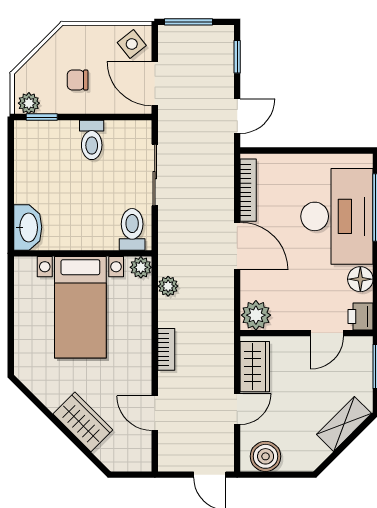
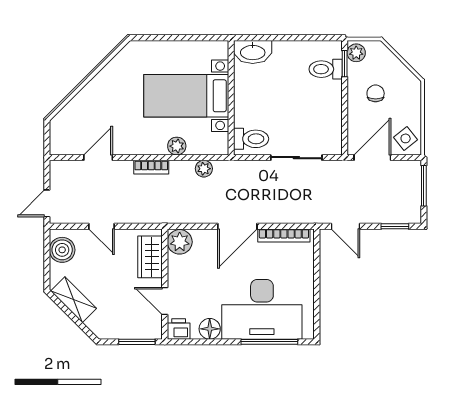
toilet: (92, 140) -> (326, 69), moved
plant: (141, 267) -> (177, 146), moved
wardrobe: (255, 367) -> (150, 257), moved, turned 90
wardrobe: (83, 422) -> (91, 98), removed
shelving: (344, 424) -> (74, 300), moved

